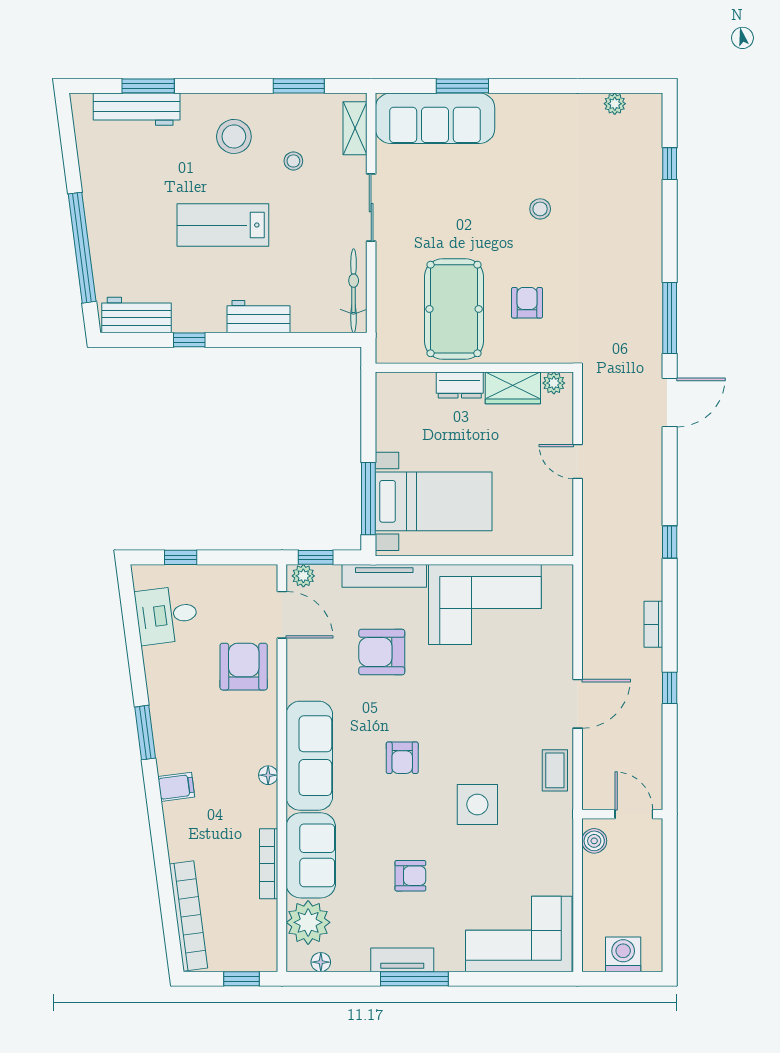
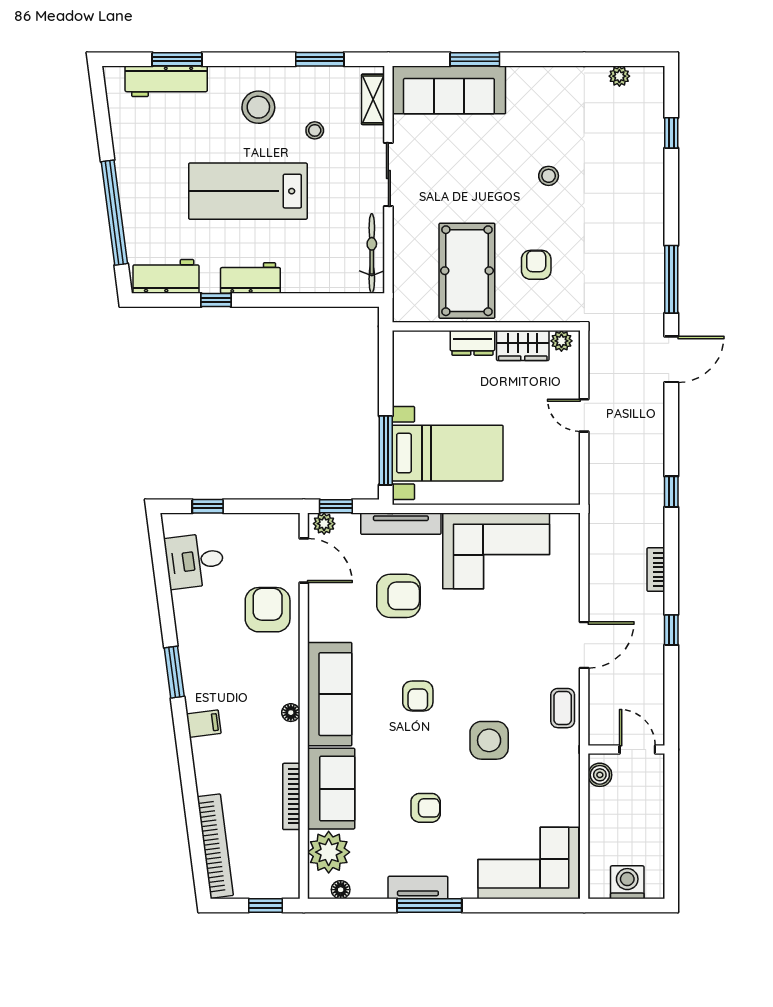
lab bench: (223, 225) -> (248, 191), width x1.36, depth x1.39
workbench: (258, 317) -> (250, 278), moved
armchair: (382, 652) -> (398, 596), turned 180

